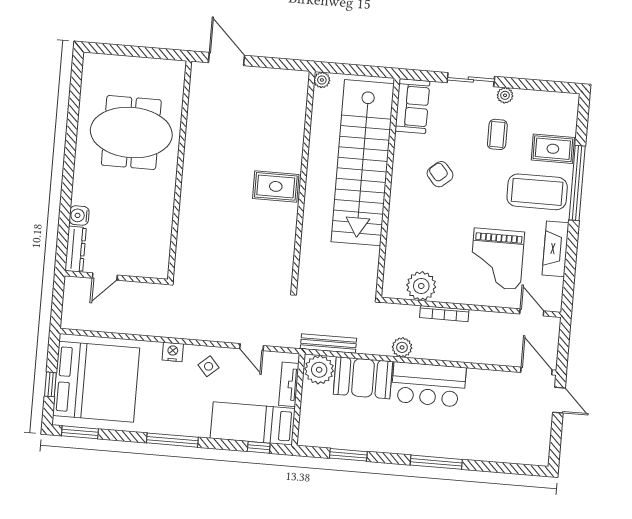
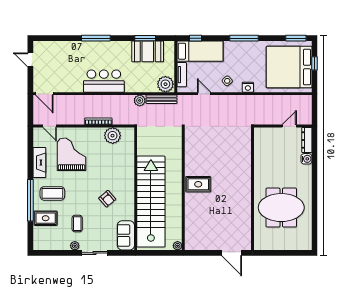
coffee table: (537, 192) -> (52, 193), width x0.73, depth x0.76
plant: (402, 347) -> (140, 100), moved
booth: (363, 378) -> (148, 51), moved
door: (559, 400) -> (30, 60), moved

